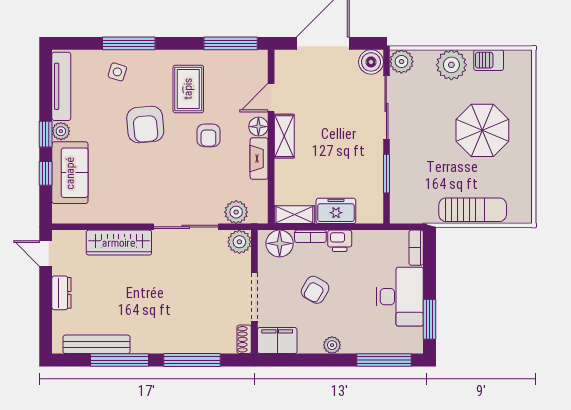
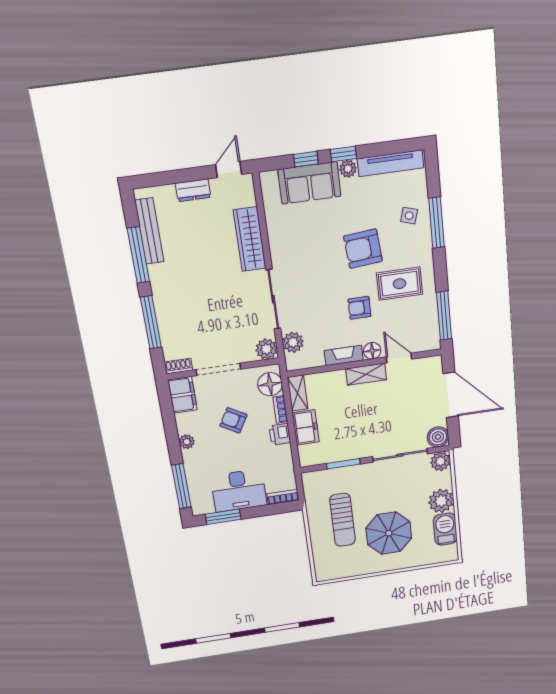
barbecue: (489, 60) -> (445, 529), width x1.38, depth x1.27
sun lounger: (473, 210) -> (343, 520), moved

